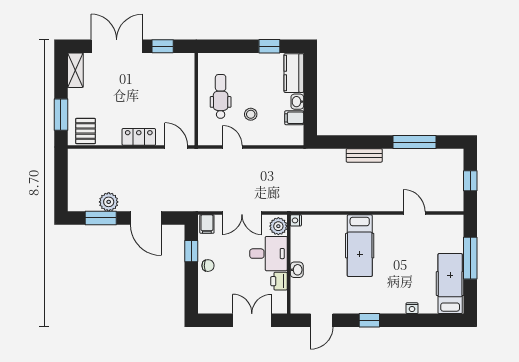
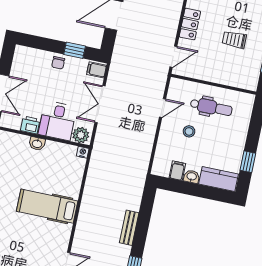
trolley: (145, 87) -> (234, 40), added

